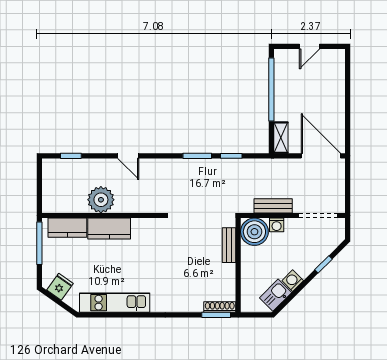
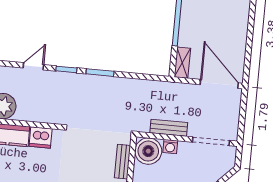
door: (128, 156) -> (33, 66), swing flipped
window: (231, 156) -> (66, 69), moved
dishwasher: (143, 228) -> (41, 137), added

